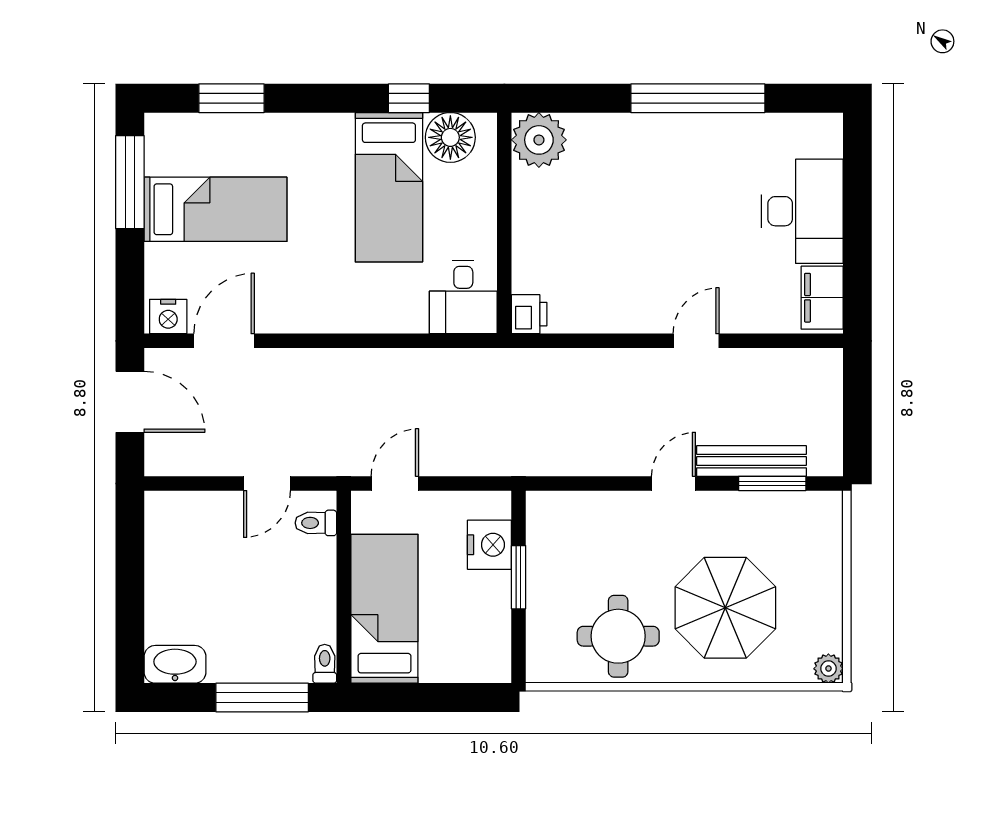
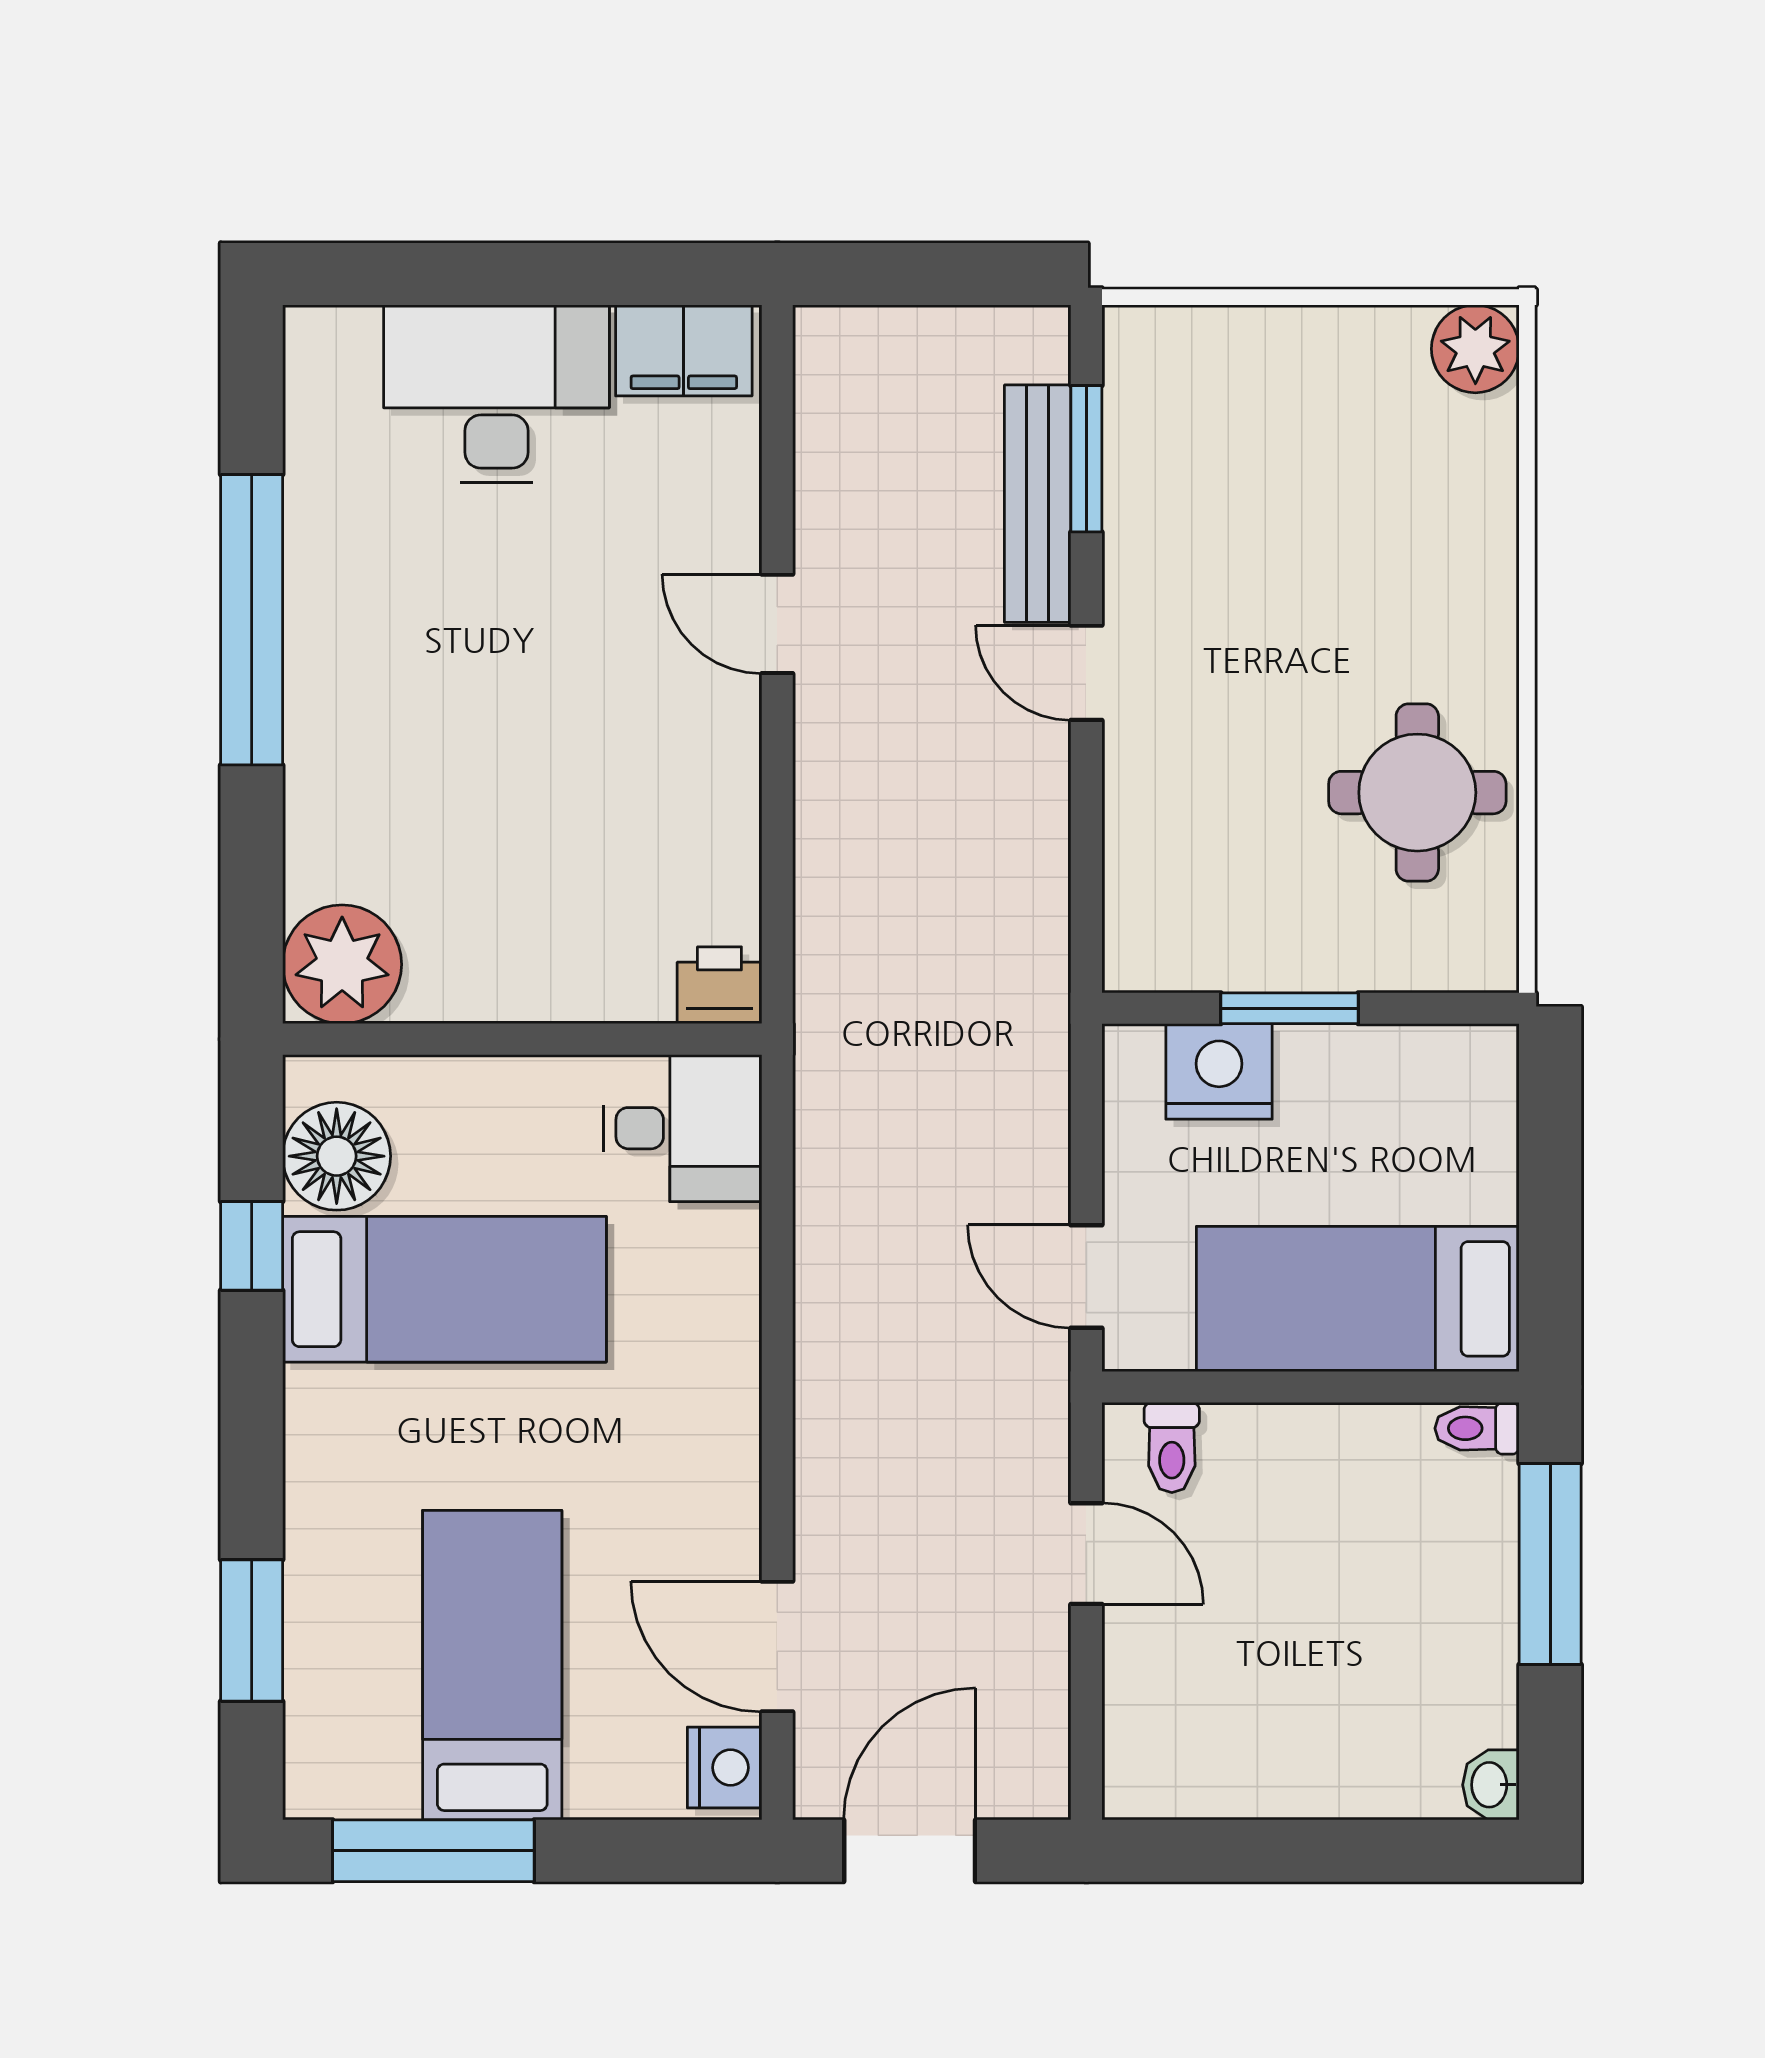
parasol: (725, 608) -> (1356, 560), removed
washbasin: (175, 664) -> (1491, 1785), width x0.52, depth x0.69
plant: (828, 669) -> (1475, 349), width x1.38, depth x1.38

